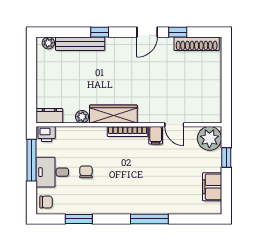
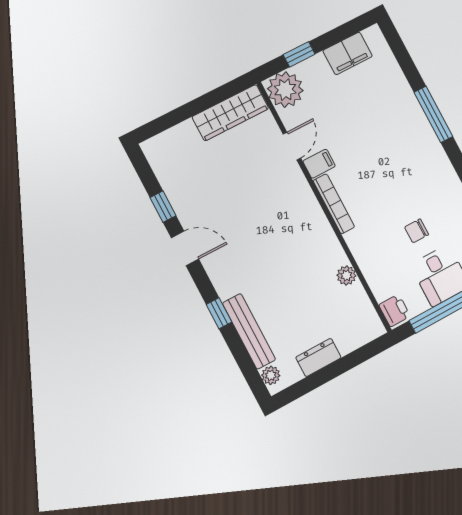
shoe rack: (197, 44) -> (166, 173), removed
wardrobe: (113, 114) -> (230, 113), moved, turned -90
dresser: (49, 116) -> (318, 357), moved, turned 90

